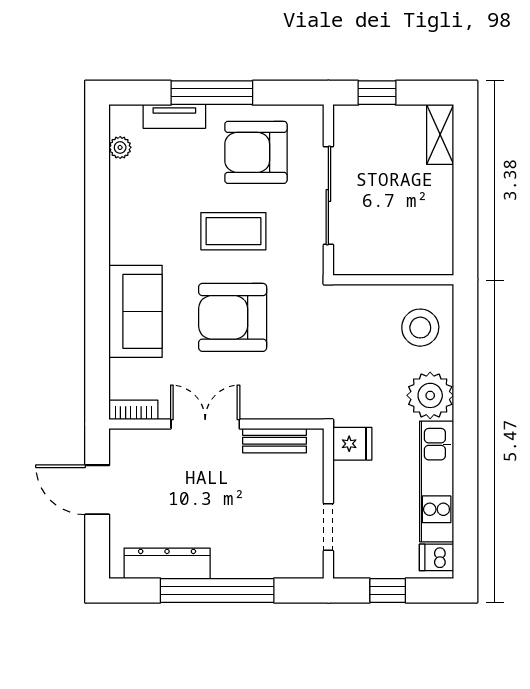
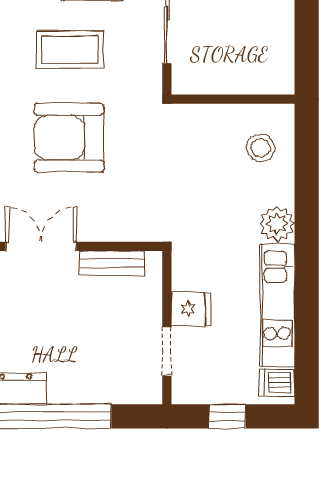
stool: (420, 328) -> (261, 148), width x0.73, depth x0.73
plant: (430, 395) -> (277, 224), width x0.73, depth x0.73
fridge: (352, 444) -> (191, 309), moved

